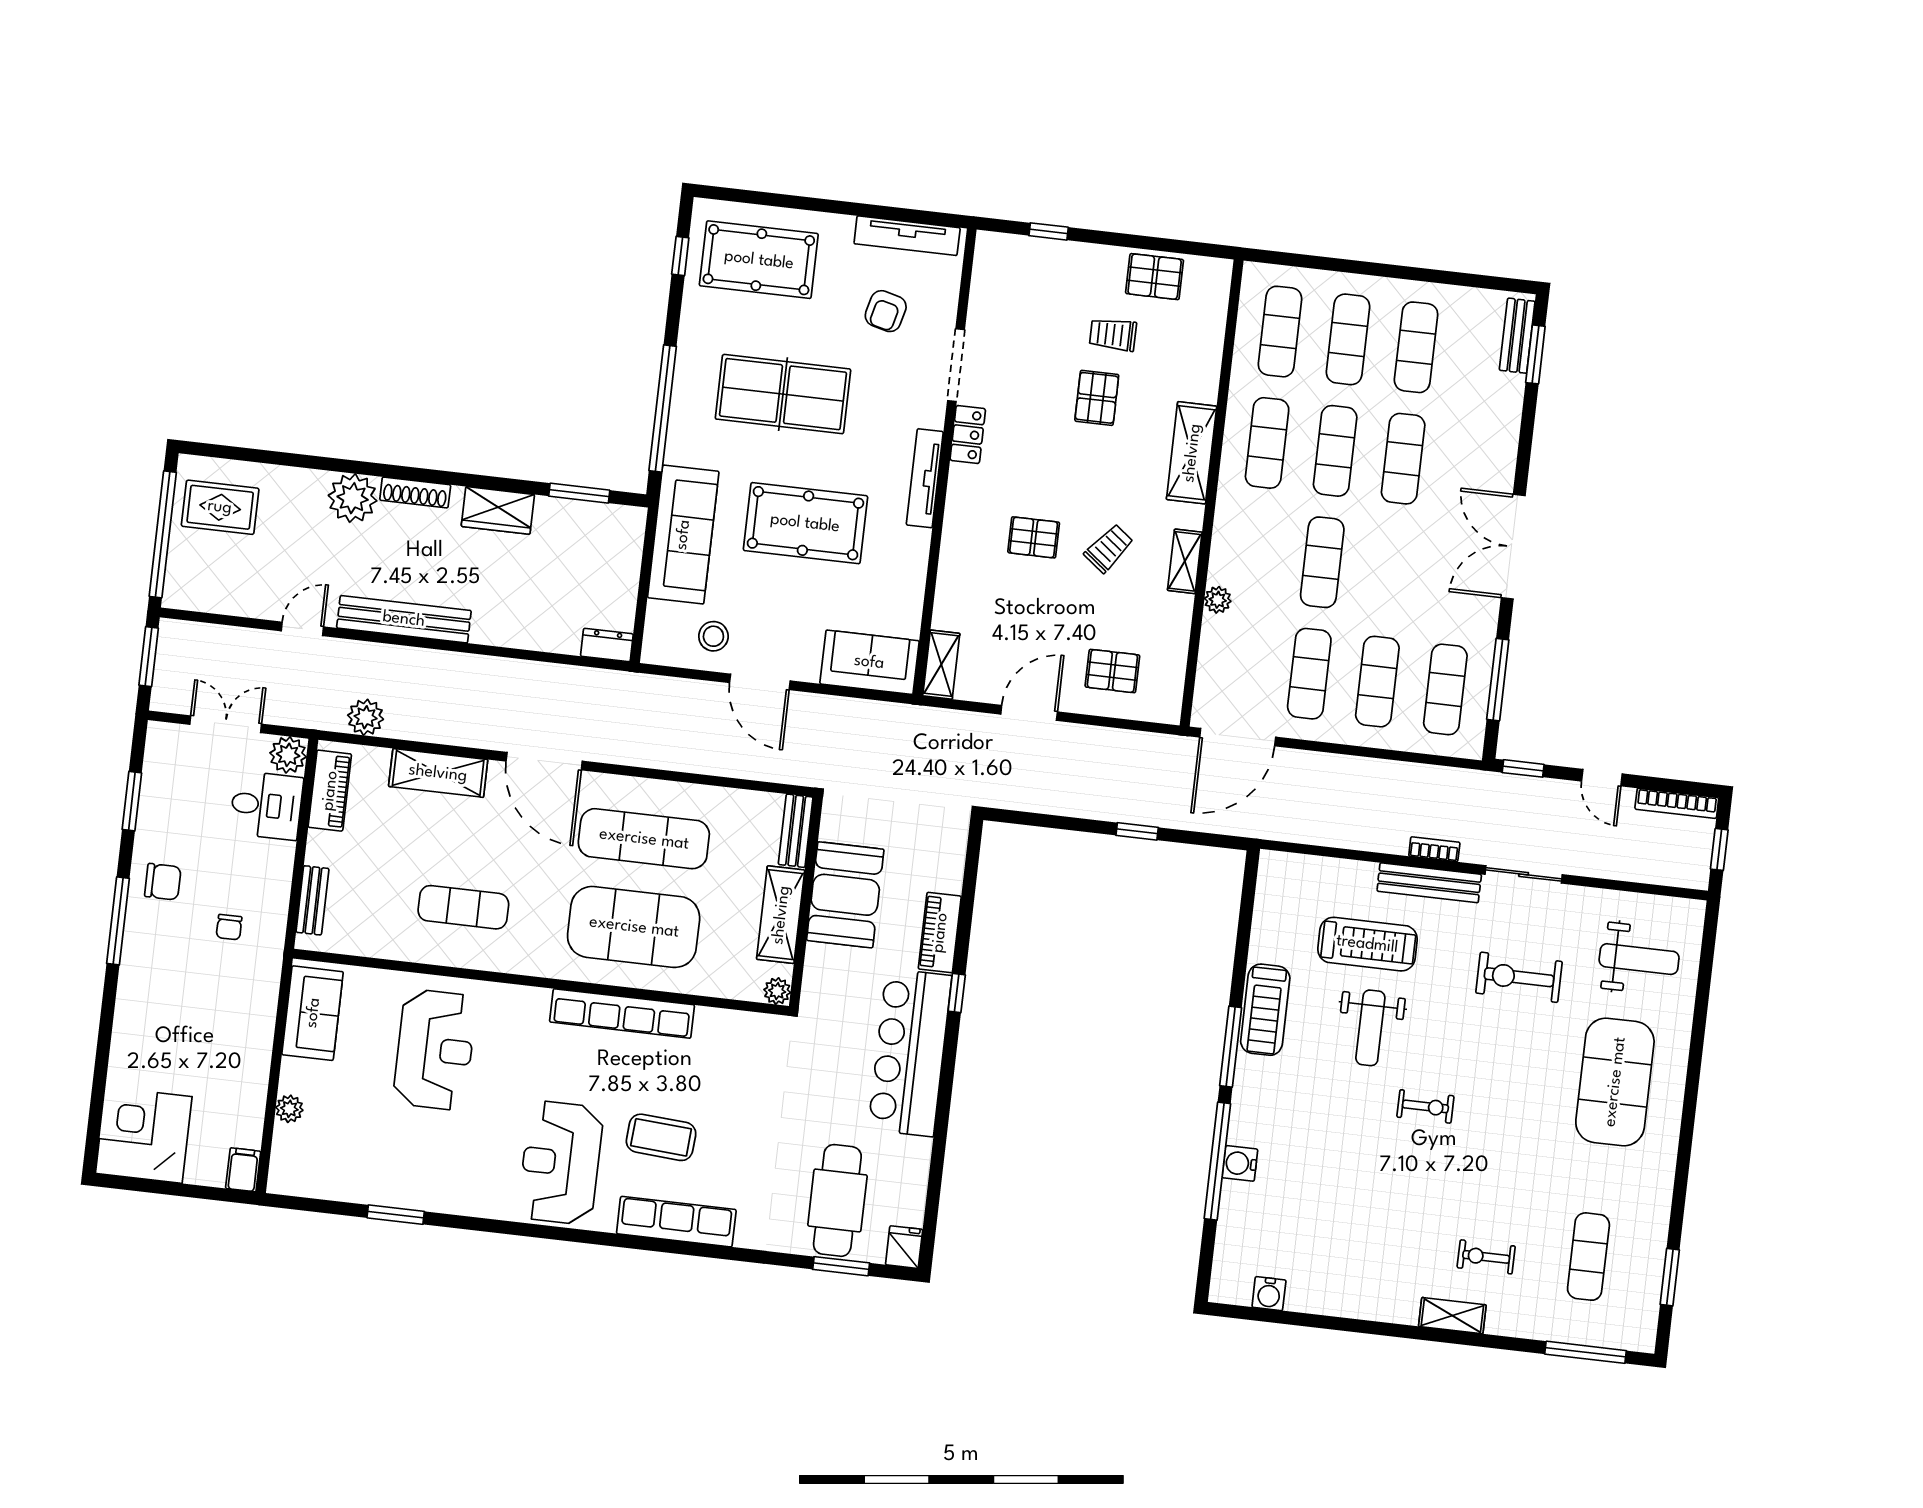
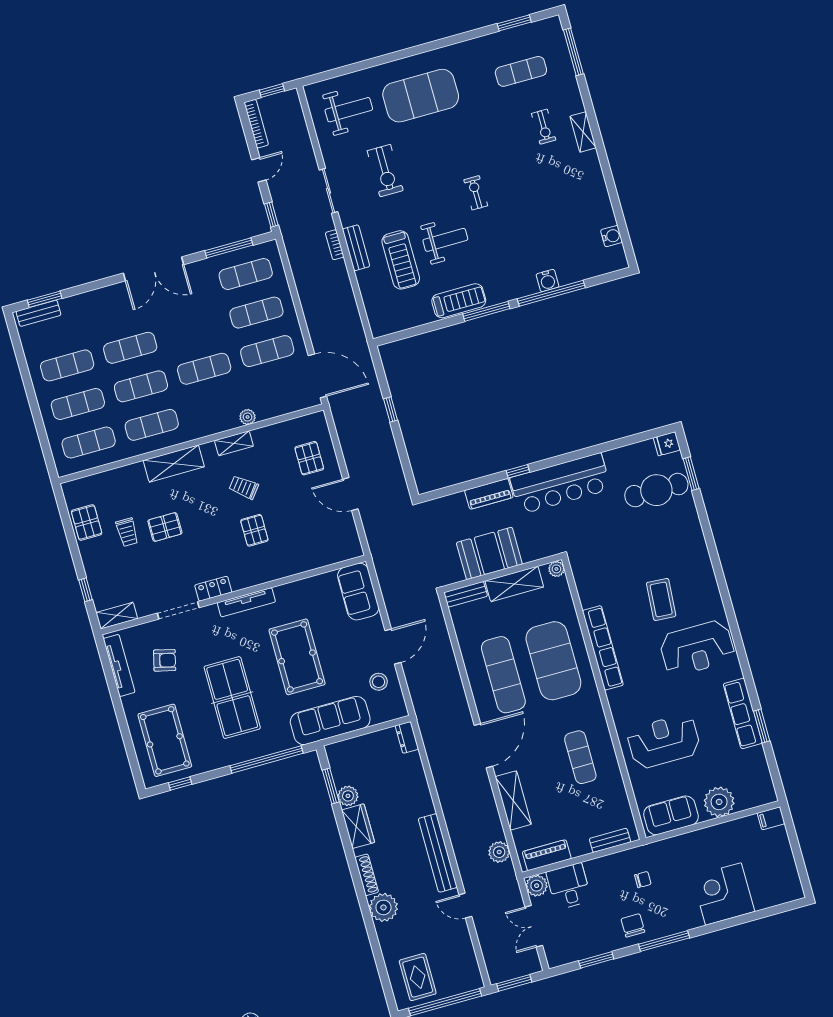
plant: (552, 514) -> (348, 796), added
shelving: (941, 665) -> (117, 616), moved
bench: (1429, 883) -> (356, 248), width x0.73
treadmill: (1367, 944) -> (401, 260), turned 180
weight bench: (1639, 959) -> (349, 110), turned 90
plant: (289, 1109) -> (719, 802), width x1.87, depth x1.87
corner desk: (144, 1135) -> (723, 894), moved, turned 90
row of seats: (676, 1222) -> (743, 713), moved

